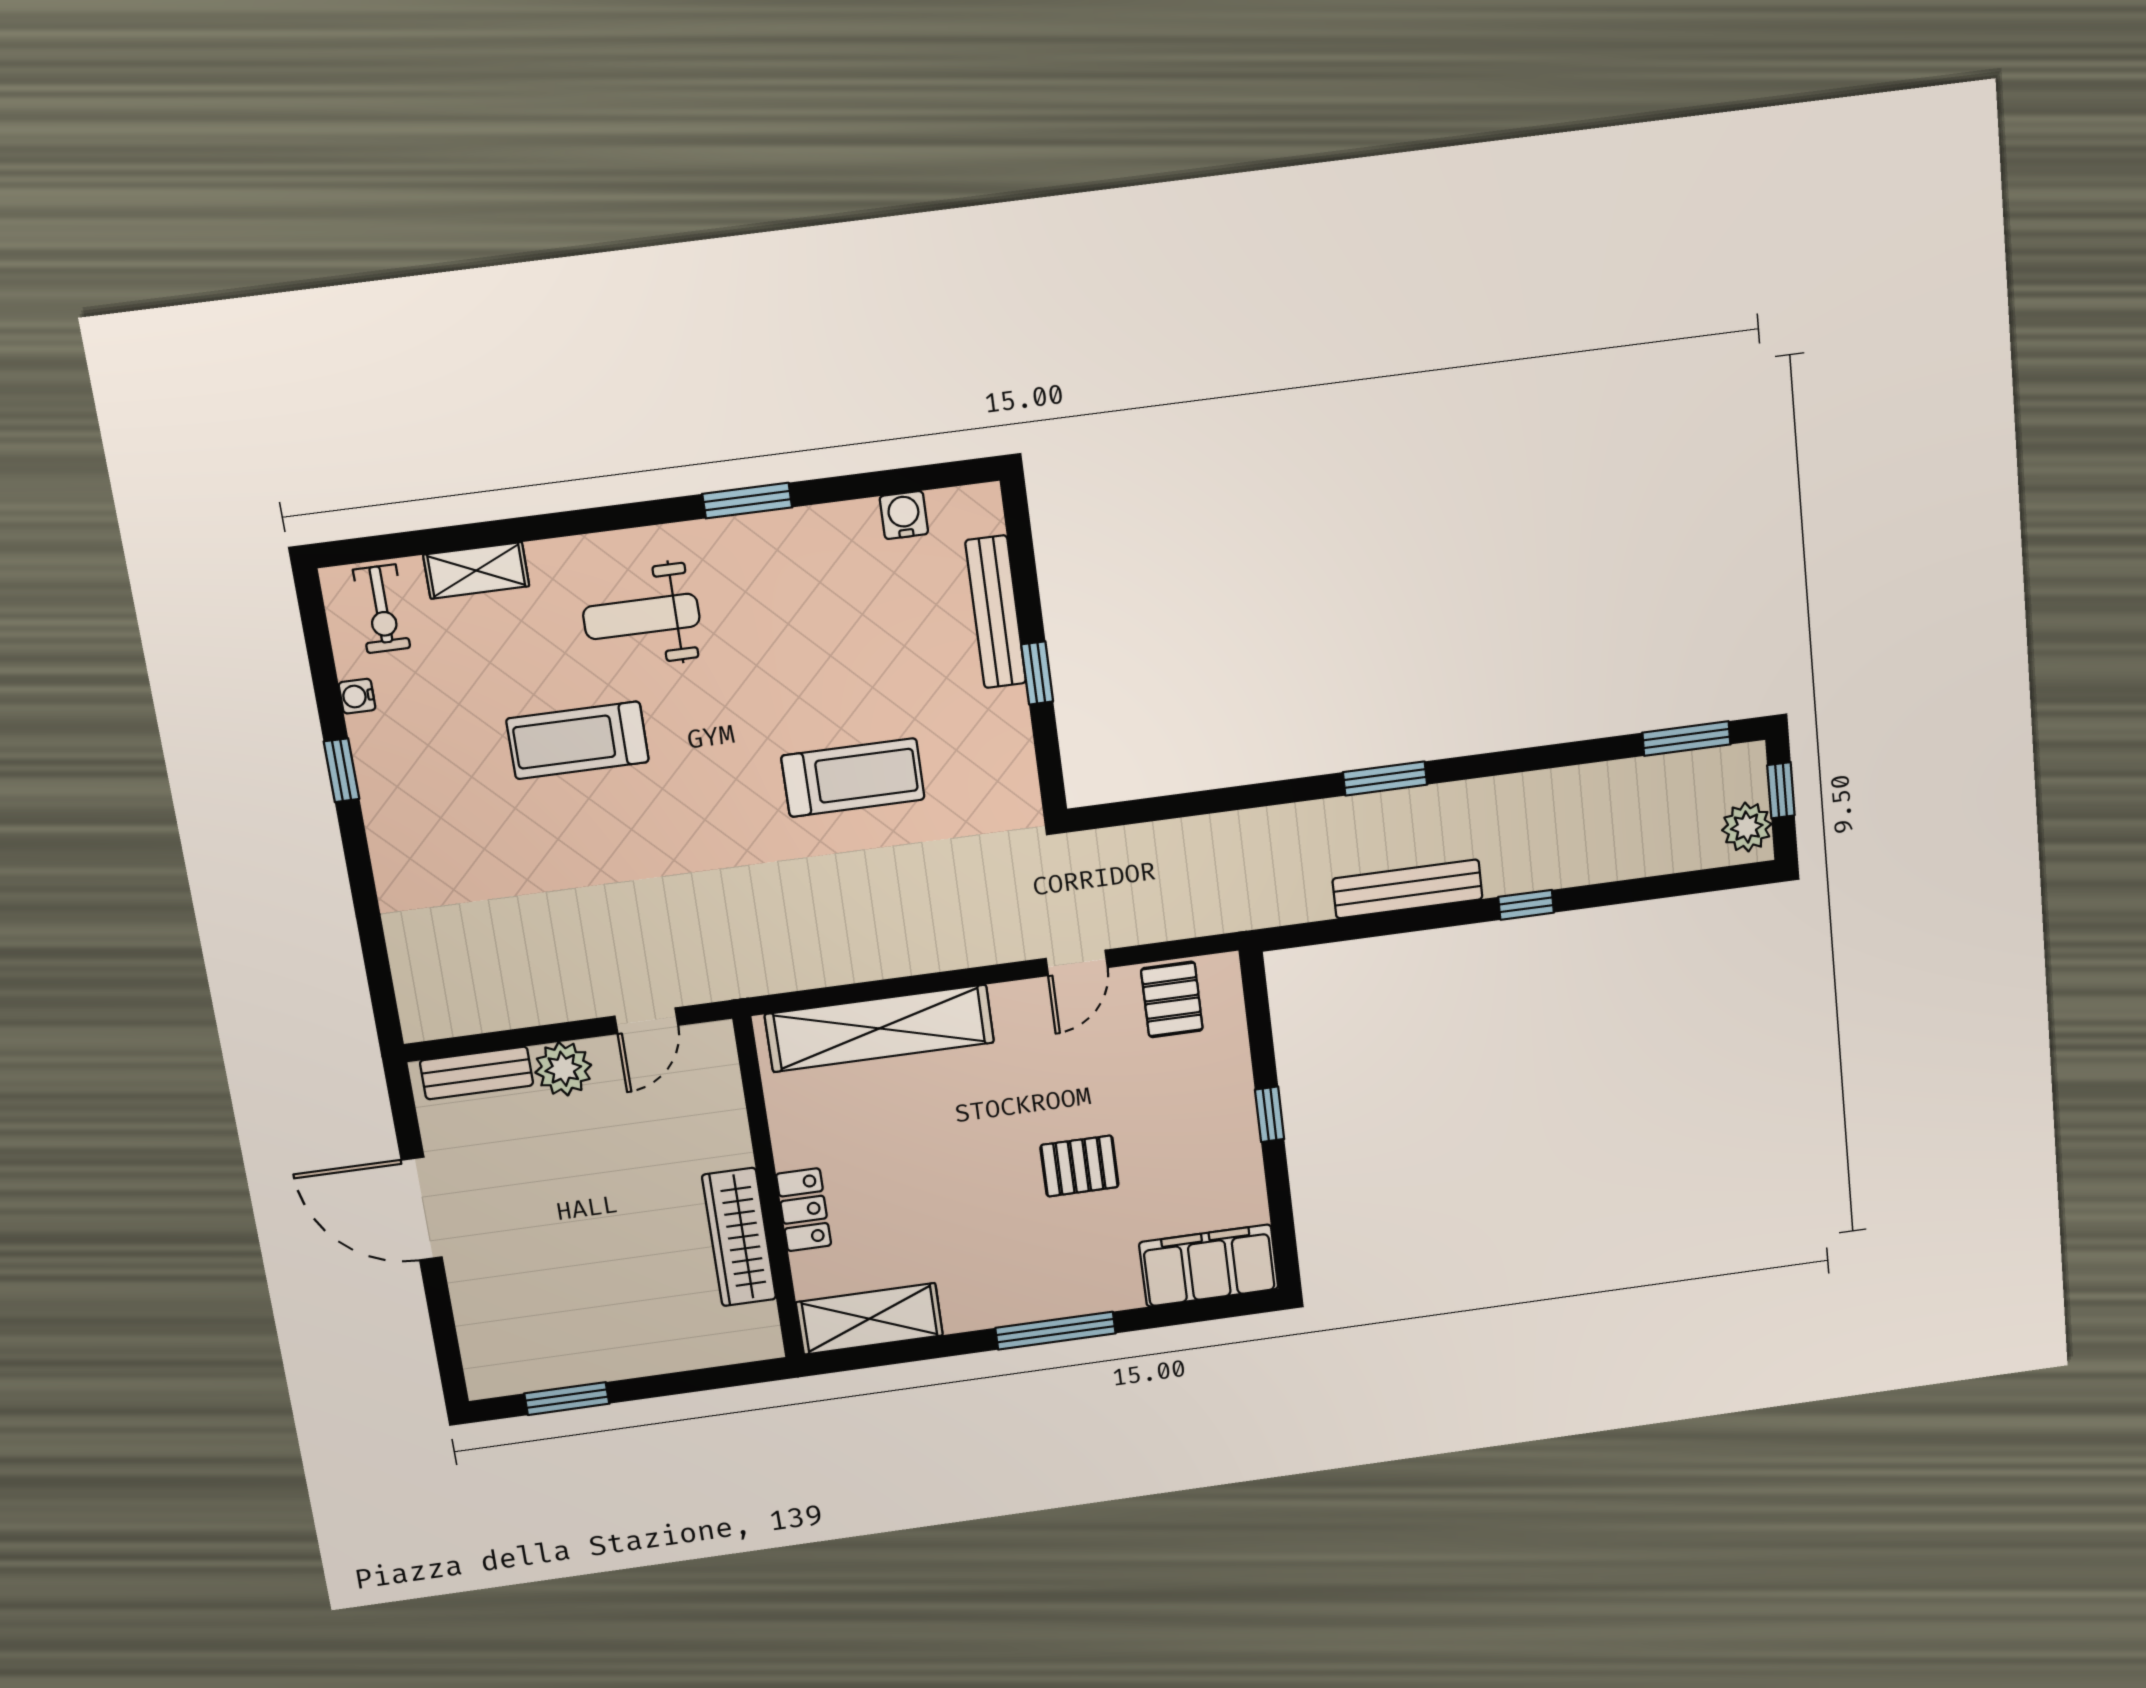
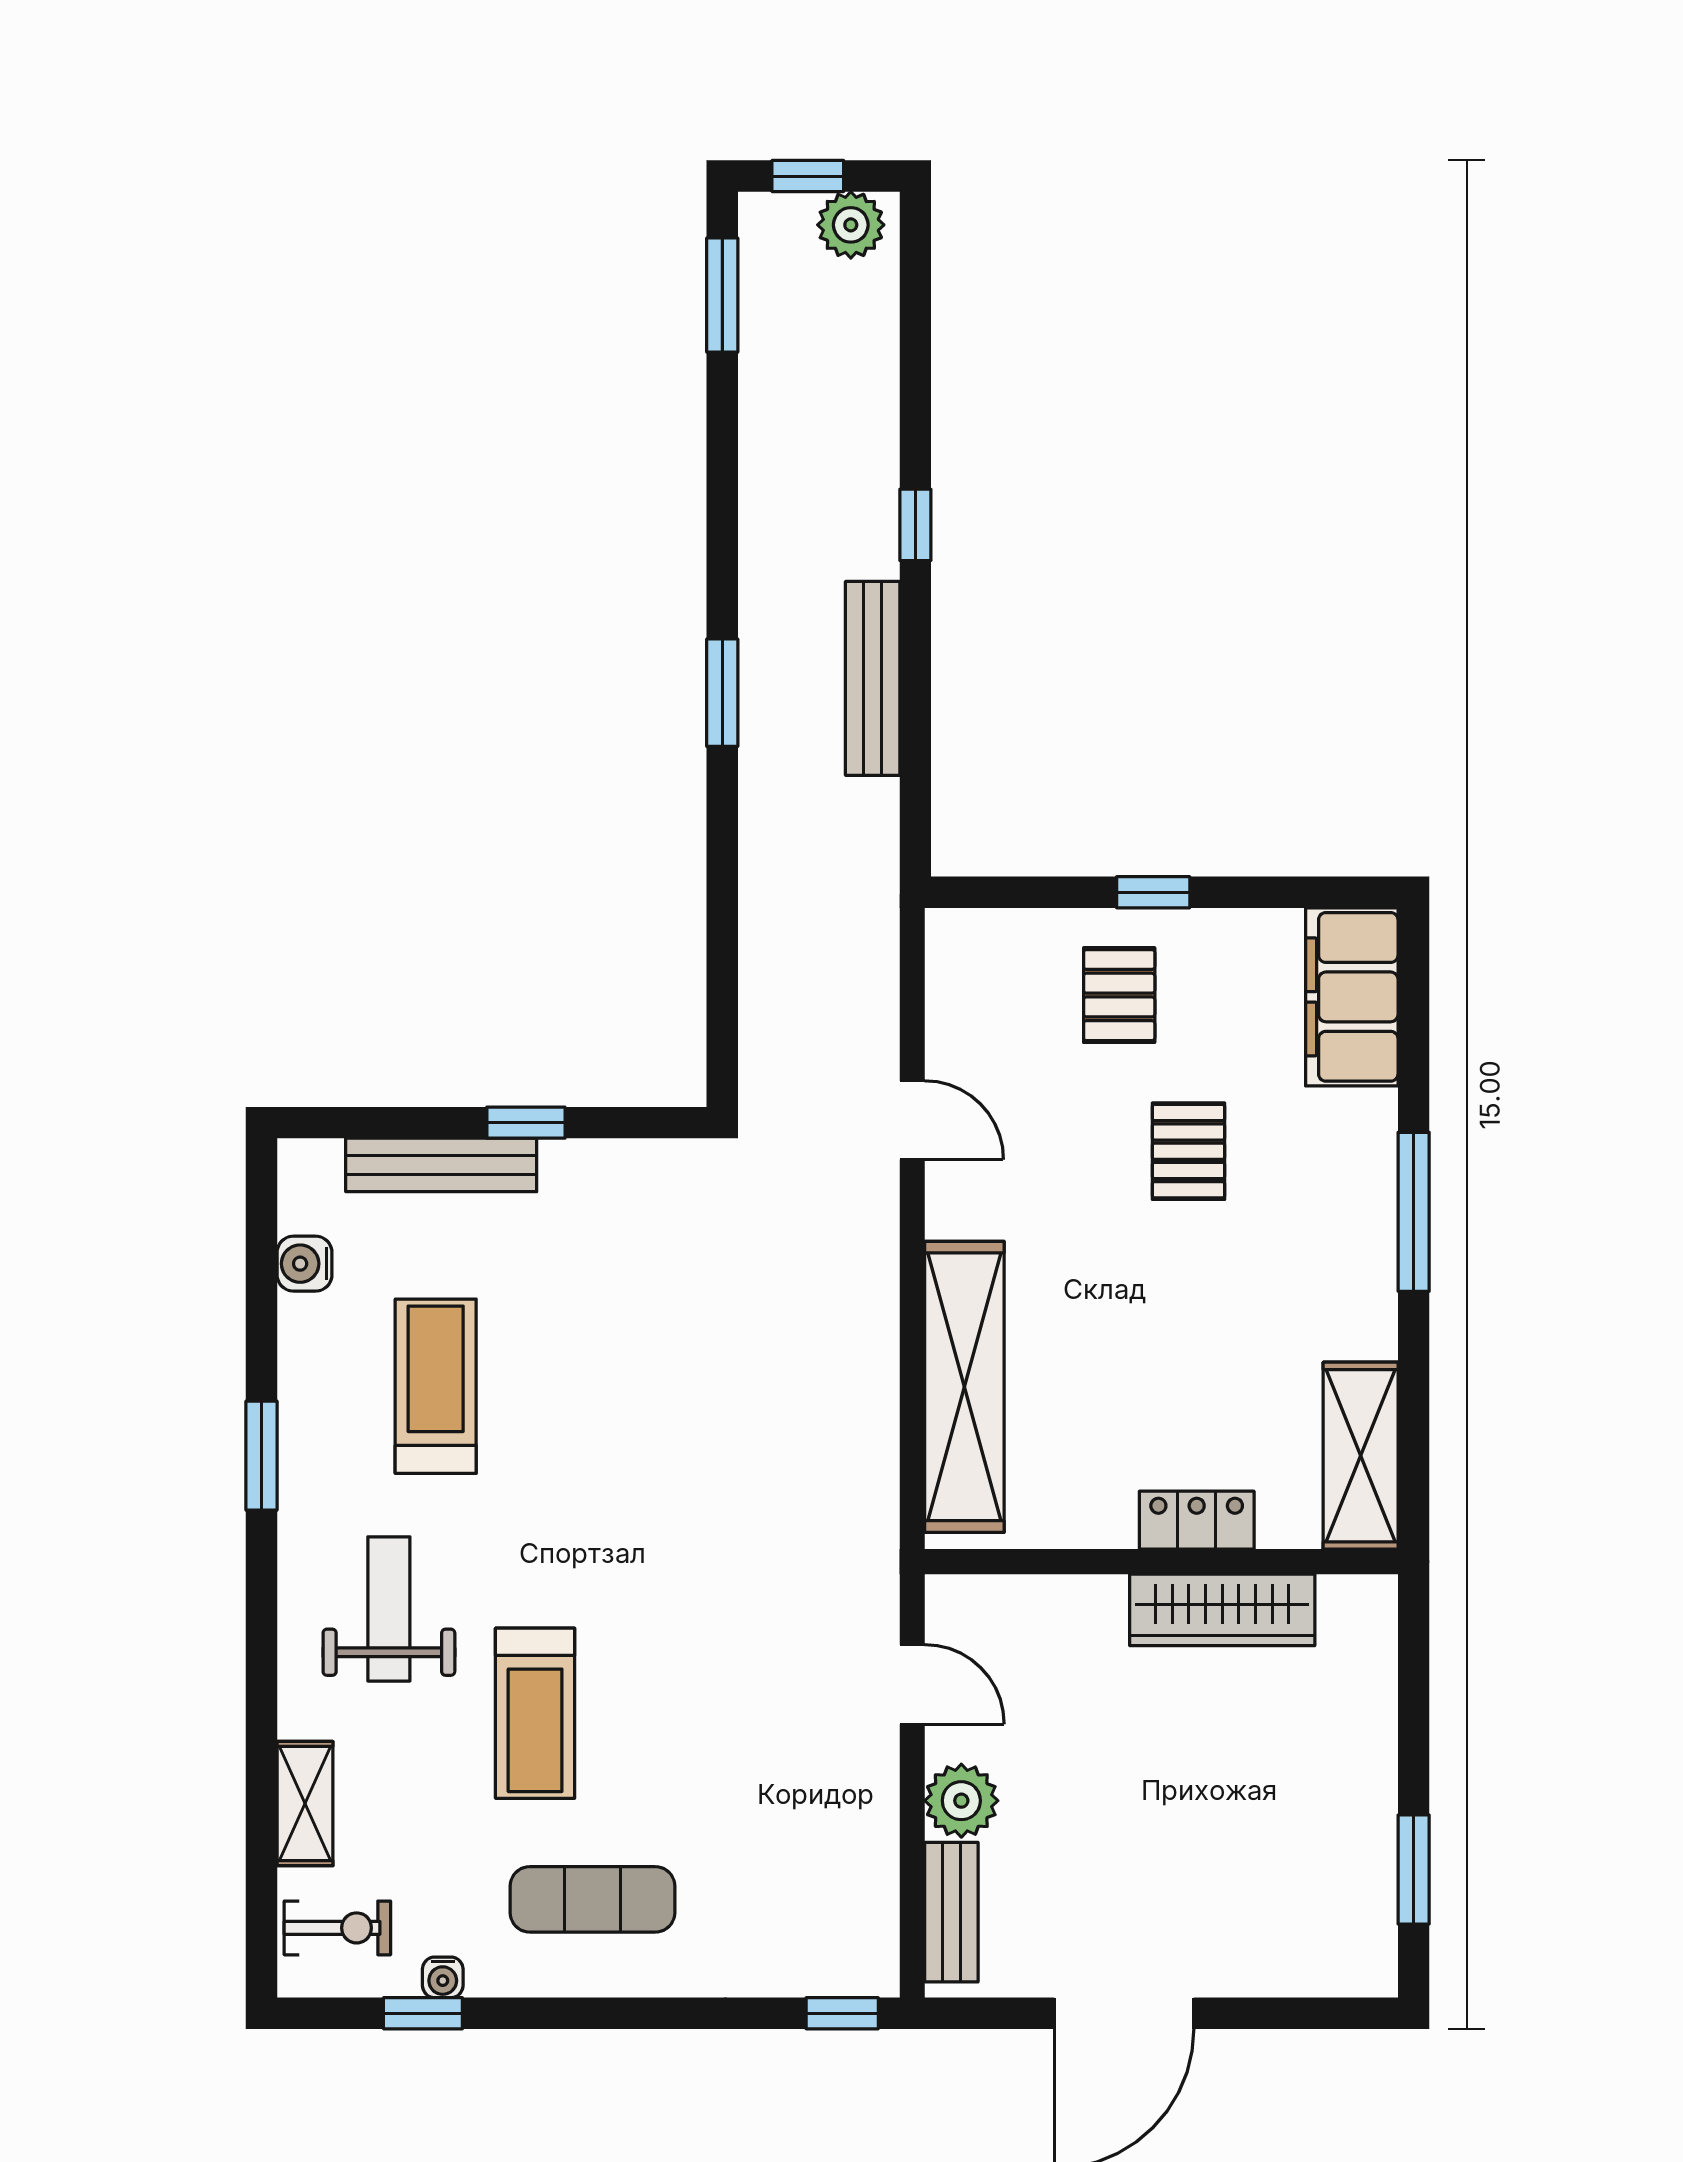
weight bench: (641, 616) -> (389, 1609), turned 180
window: (341, 770) -> (423, 2013), moved
treadmill: (853, 777) -> (436, 1386), moved
exercise mat: (439, 803) -> (592, 1899), added
pallet: (1172, 999) -> (1119, 995), moved, turned 90
window: (384, 1003) -> (842, 2013), added

